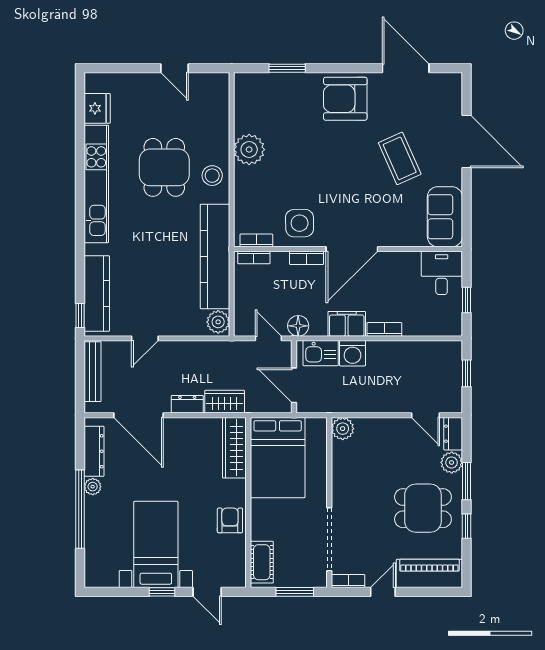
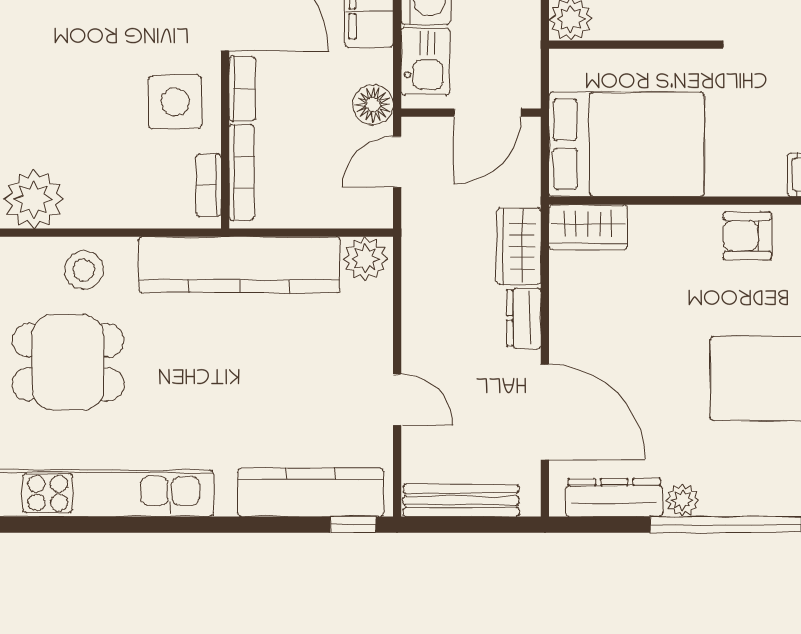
bookcase: (254, 257) -> (241, 172), width x1.56
door: (138, 415) -> (545, 412), hinge flipped
wardrobe: (234, 448) -> (588, 227), width x0.67

